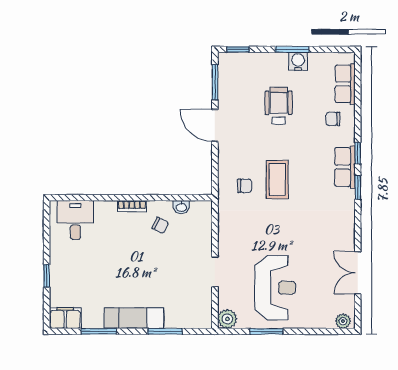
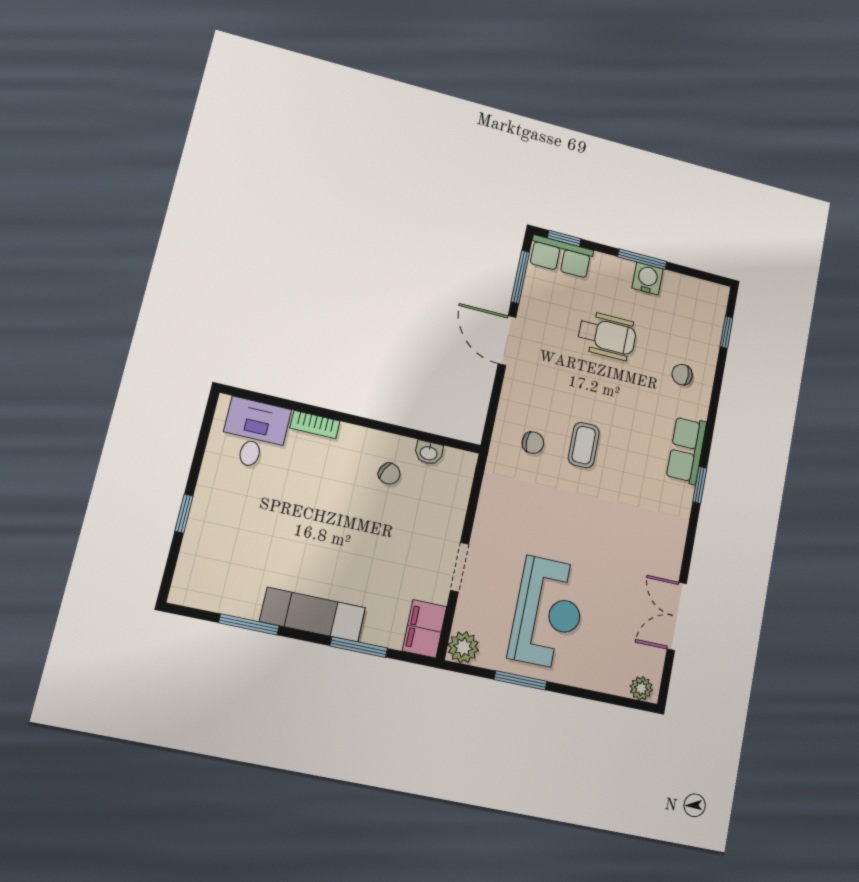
row of seats: (345, 84) -> (561, 257), moved, turned -90
wheelchair: (279, 106) -> (607, 336), turned 90
window: (358, 153) -> (726, 332), moved
coffee table: (277, 180) -> (584, 445), width x0.73, depth x0.77
bookcase: (132, 206) -> (315, 425), moved
filing cabinet: (65, 318) -> (424, 629), moved, turned -90

